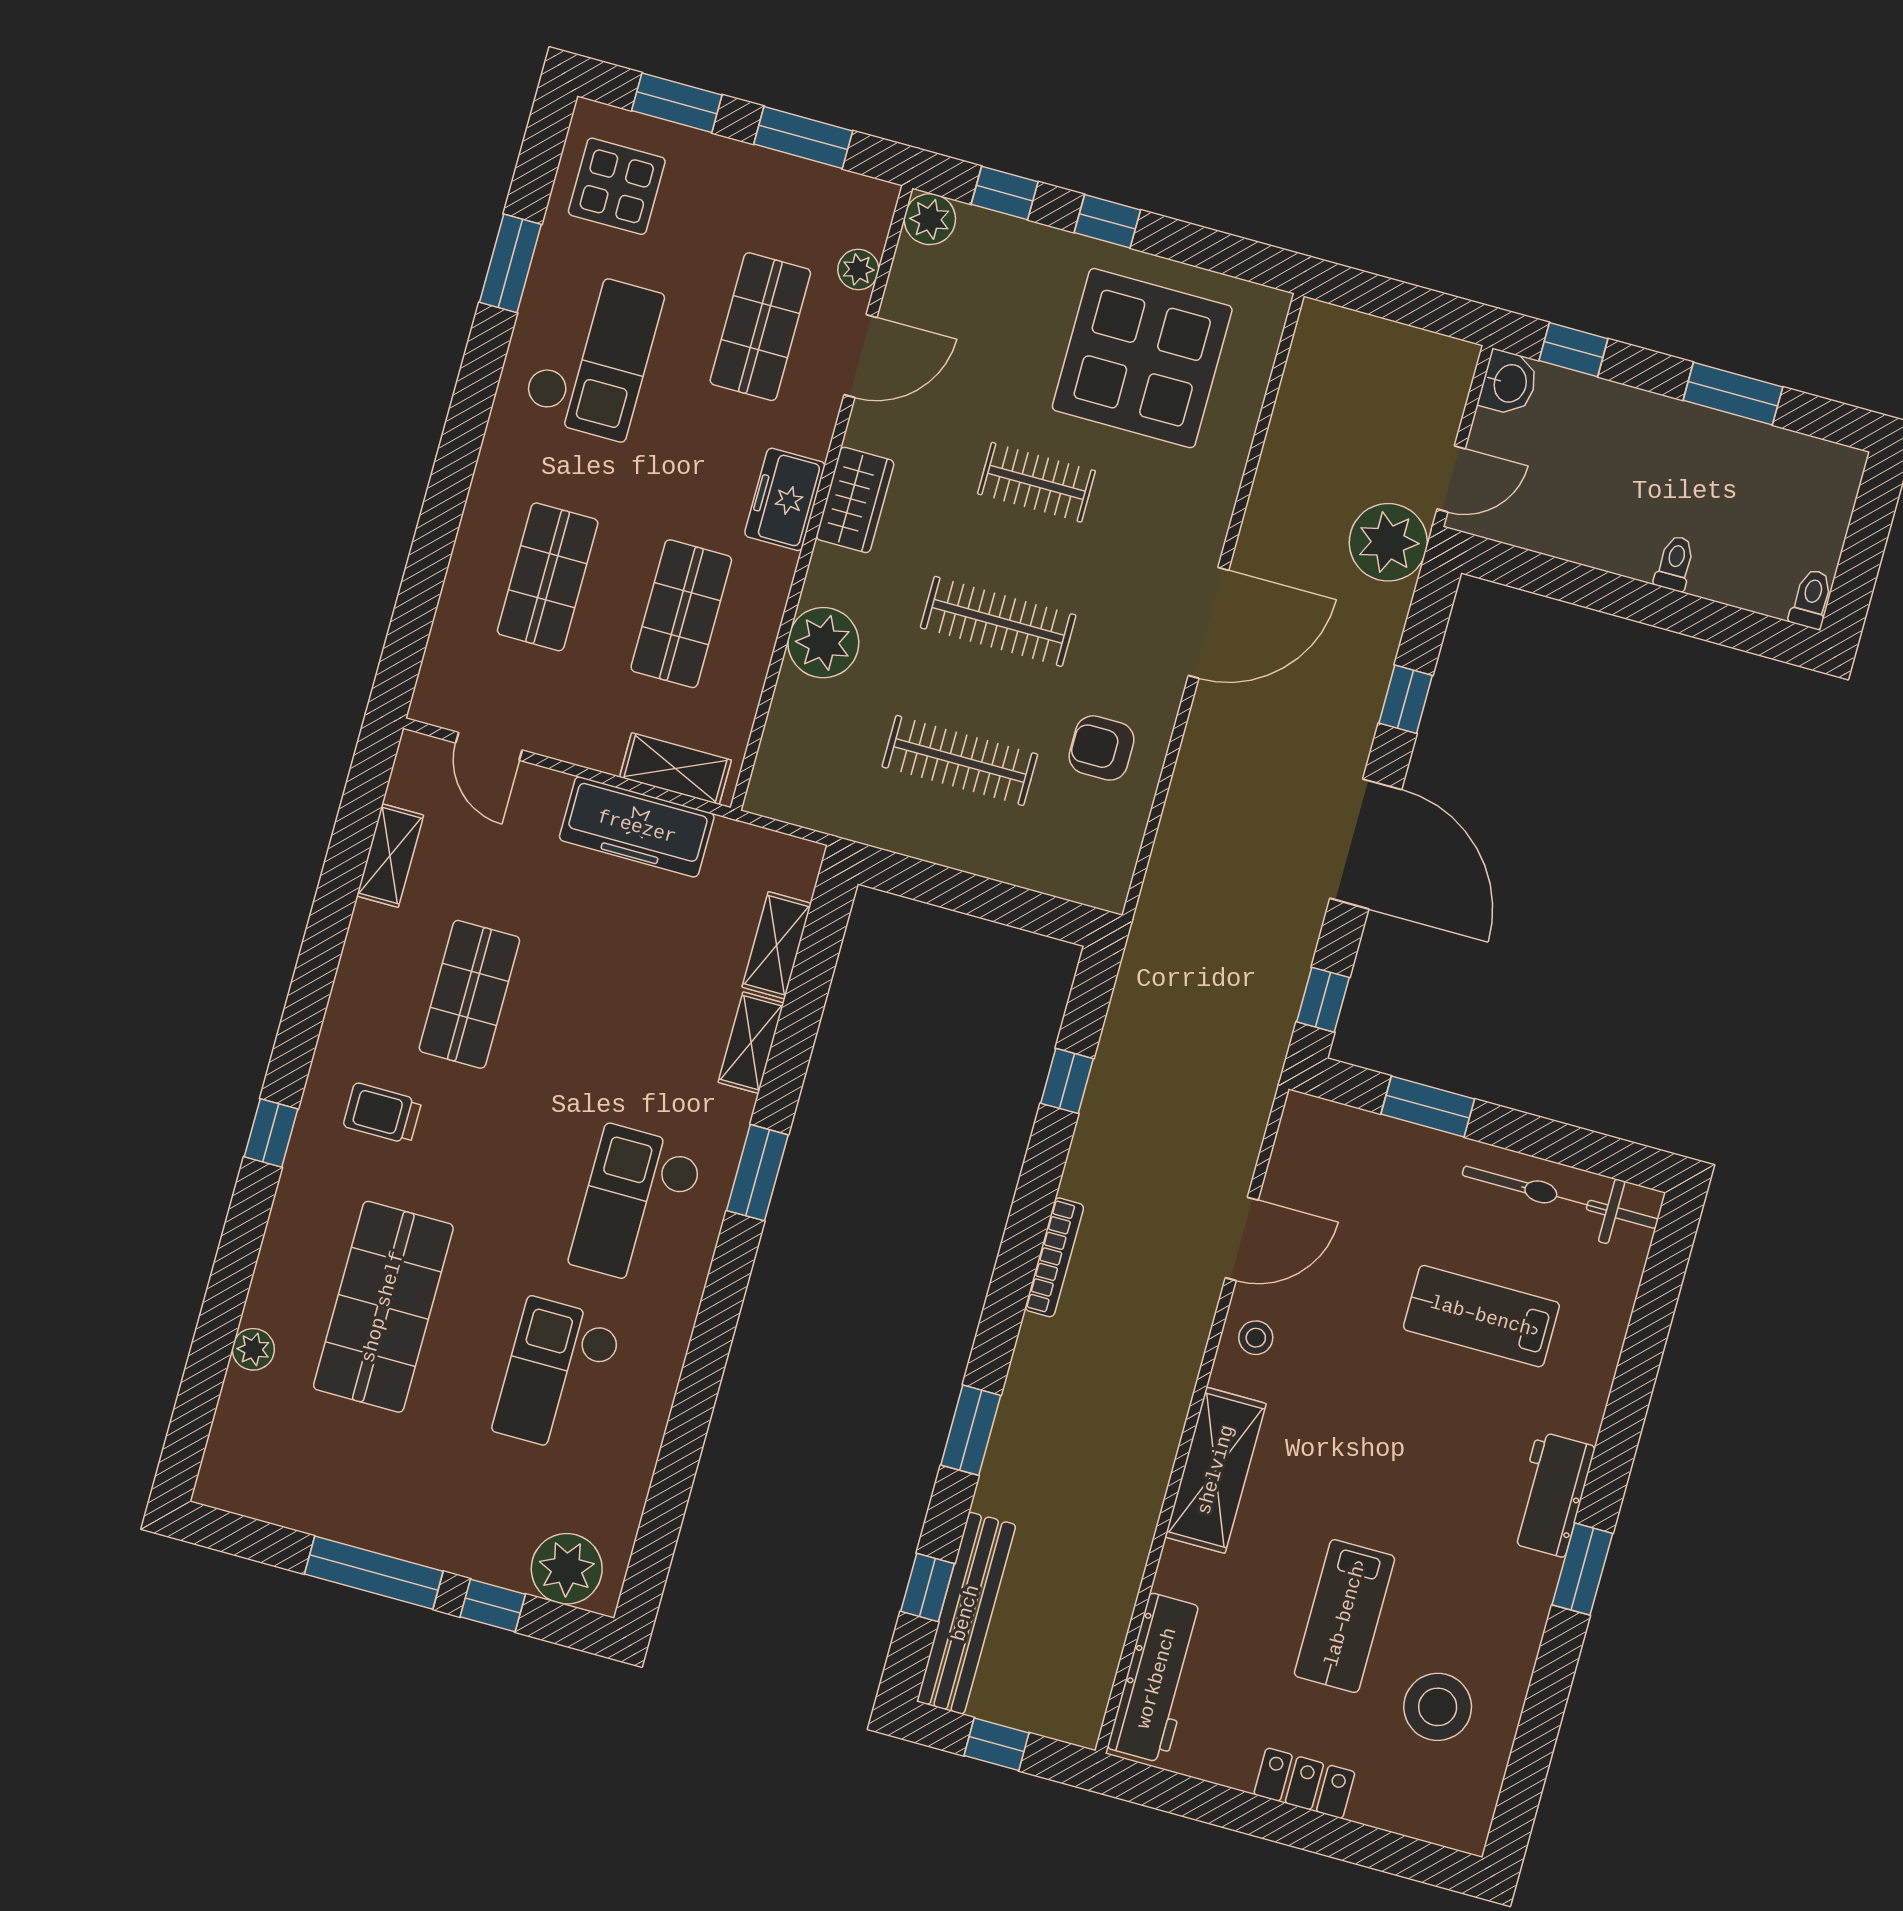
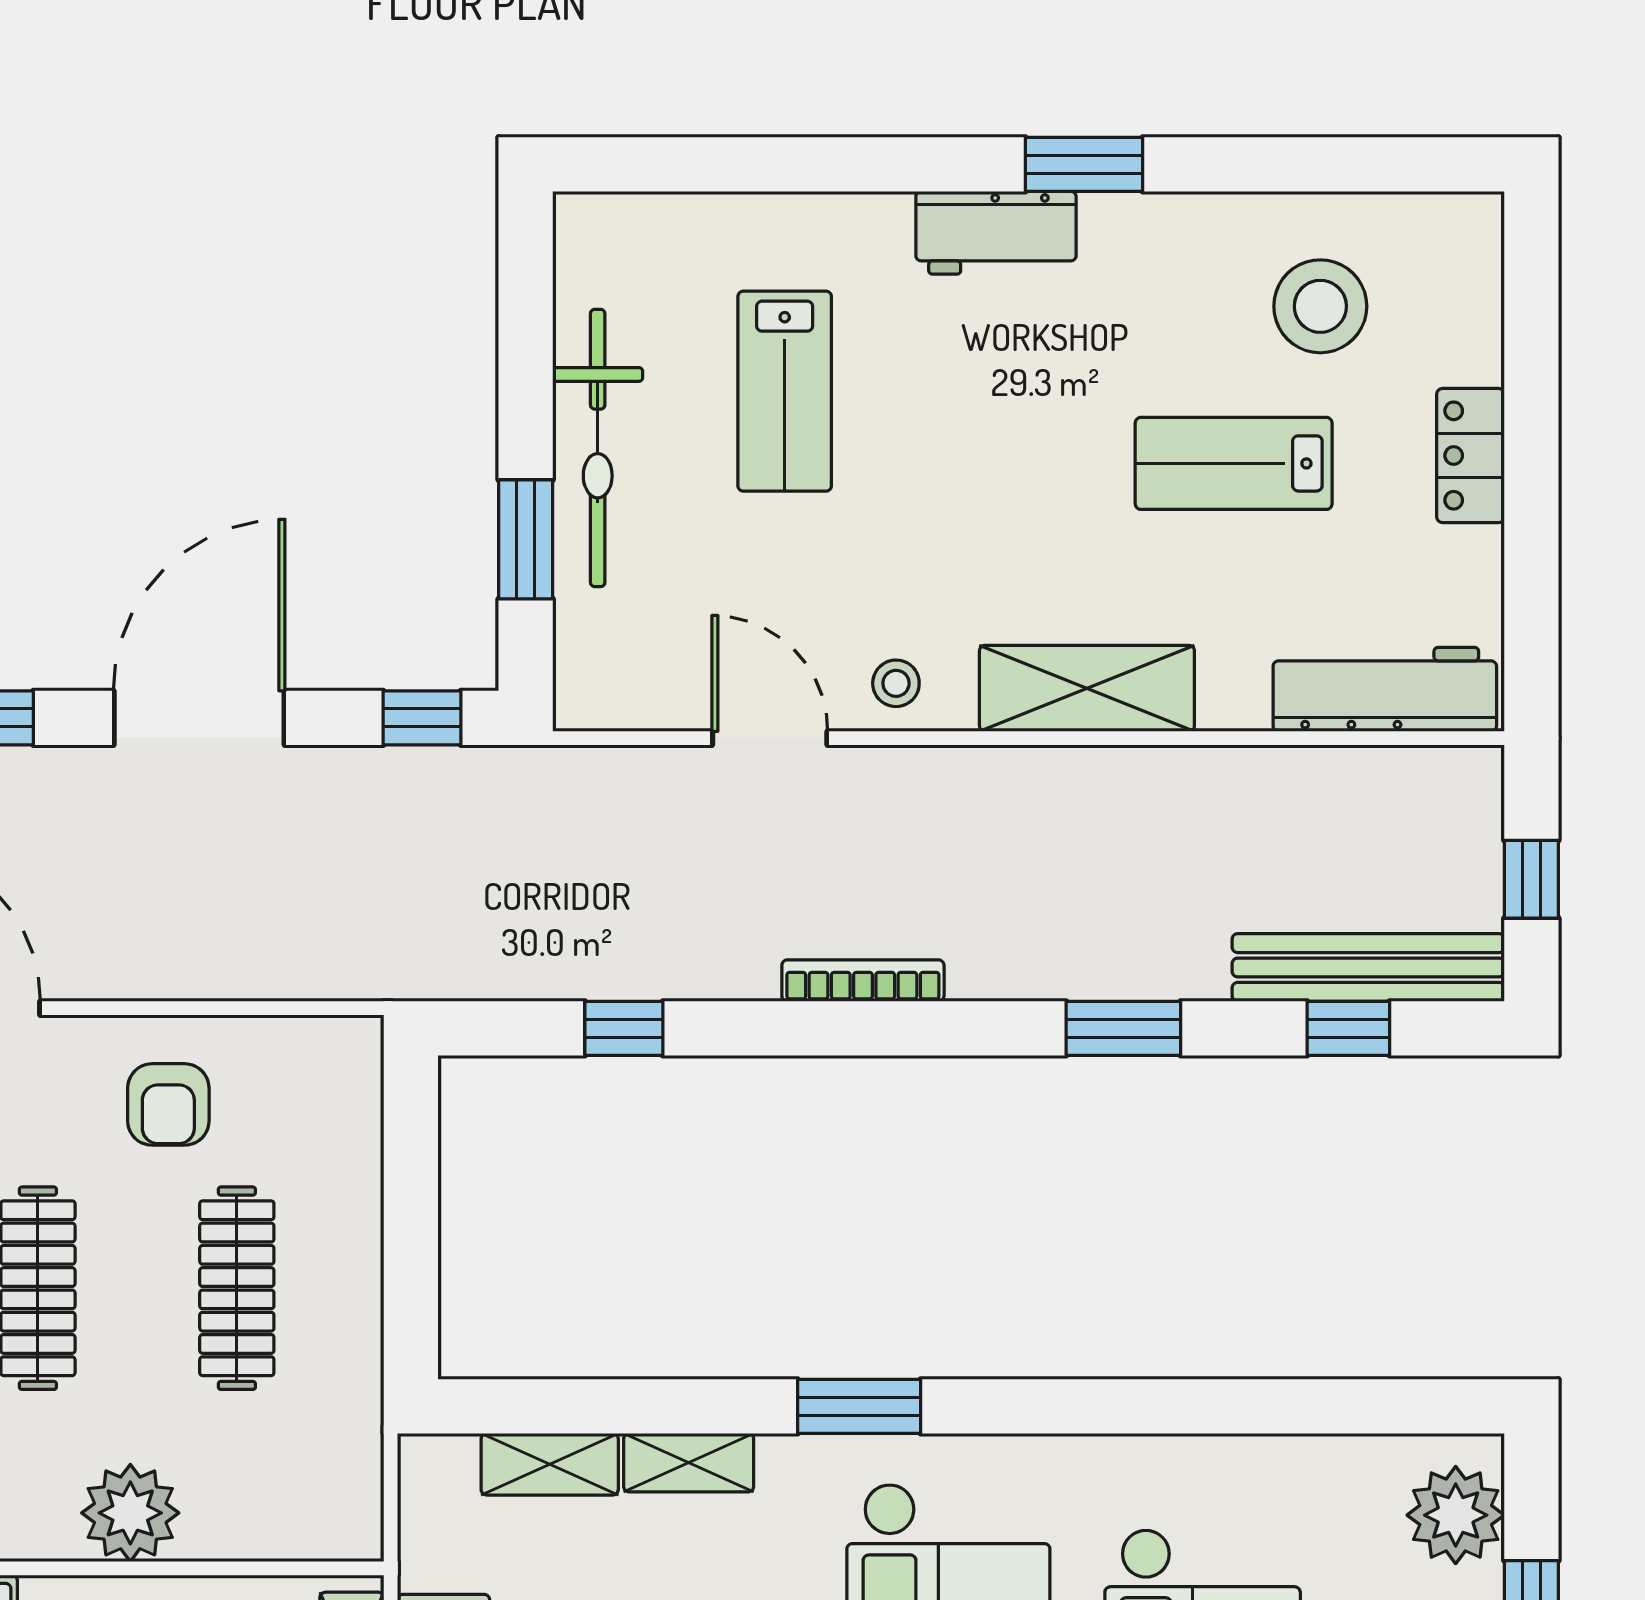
bicycle: (1560, 1197) -> (598, 448), moved
lab bench: (1345, 1616) -> (1234, 463), turned 180

